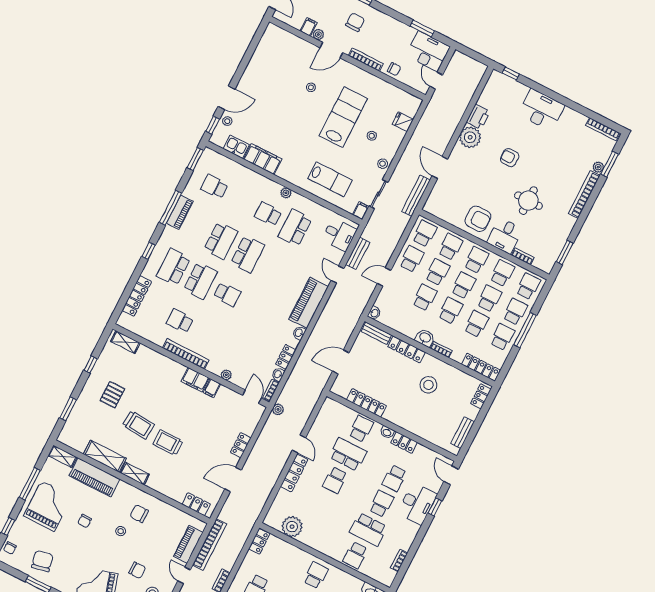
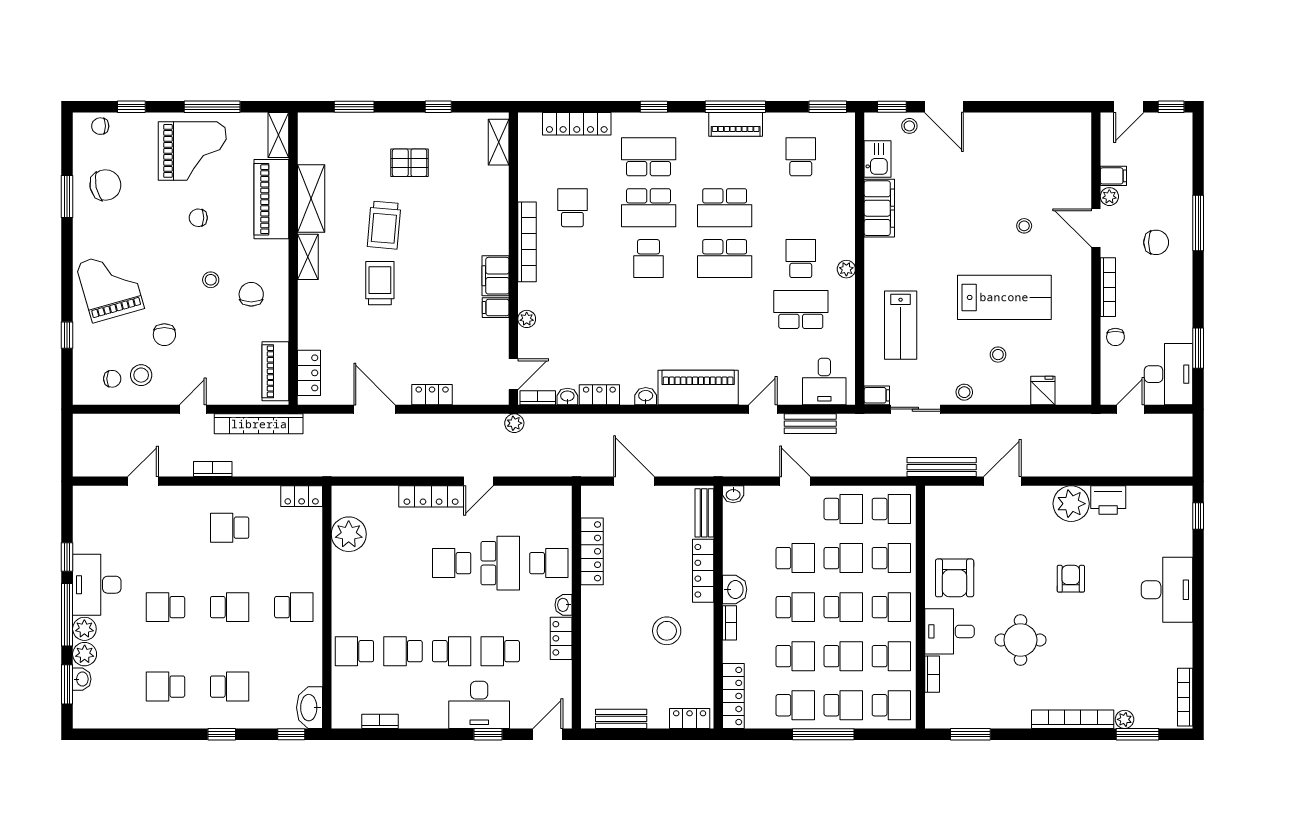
school desk: (368, 529) -> (403, 651), width x0.54
piano: (188, 544) -> (275, 371), moved, turned -90

